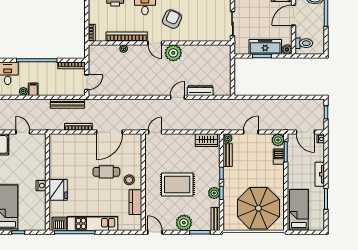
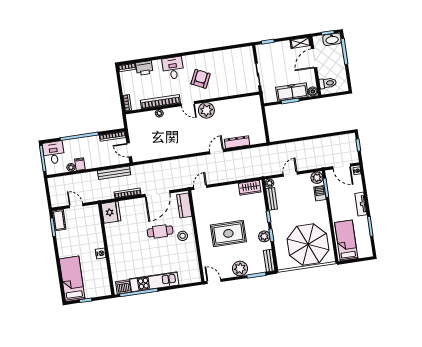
door: (87, 82) -> (129, 150), swing flipped
fridge: (58, 190) -> (111, 212), moved
kitchen counter: (135, 202) -> (184, 205), moved

